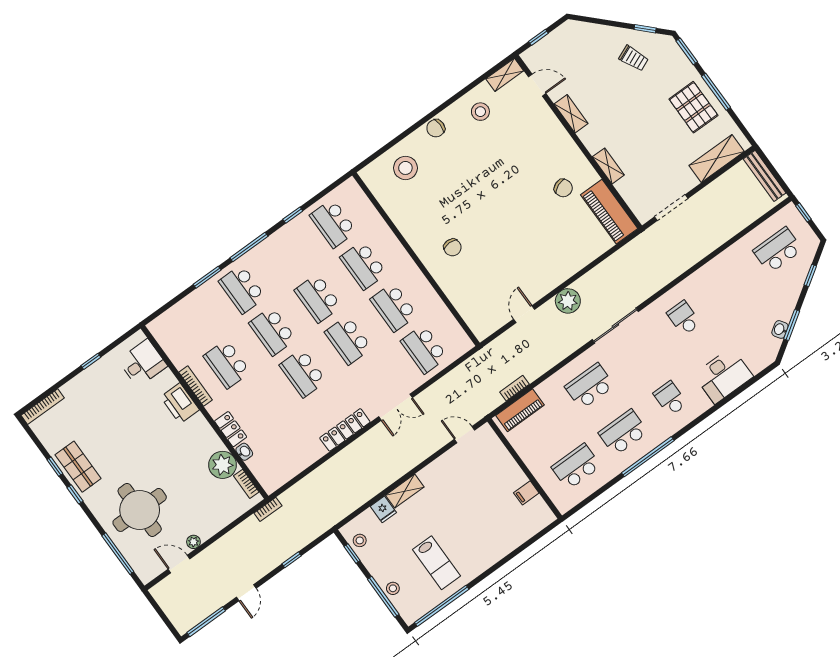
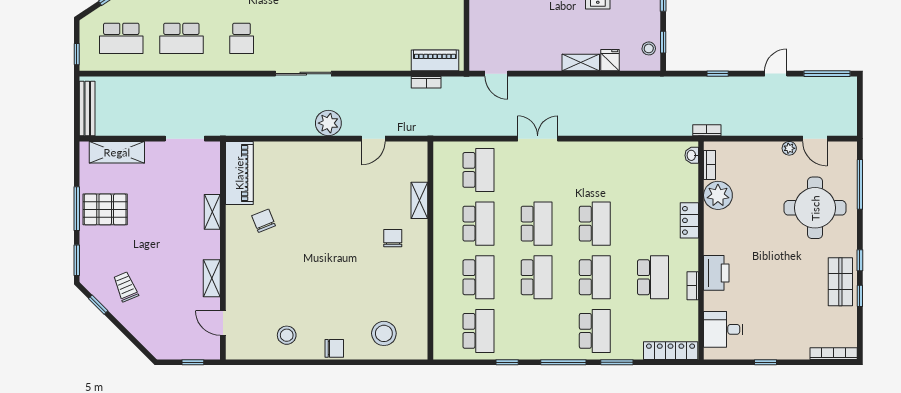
shelving: (505, 75) -> (419, 200), moved, turned 90
pallet: (693, 107) -> (105, 209), turned 90
bookcase: (196, 386) -> (693, 286), width x0.64
school desk: (590, 386) -> (181, 38), moved
locker: (345, 430) -> (671, 351), moved, turned 180
washbasin: (244, 452) -> (692, 155), moved

